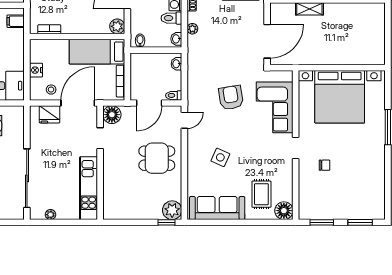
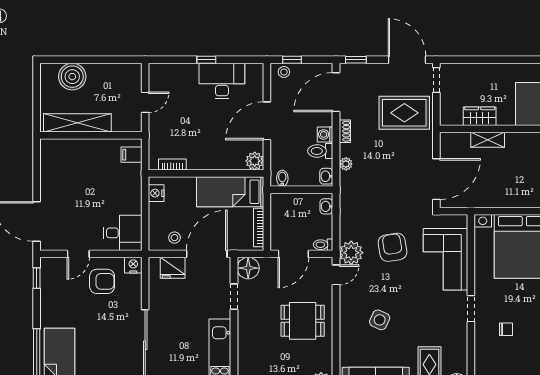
nightstand: (36, 70) -> (156, 193), moved
plant: (197, 102) -> (351, 253), added
nightstand: (17, 112) -> (133, 265), added

